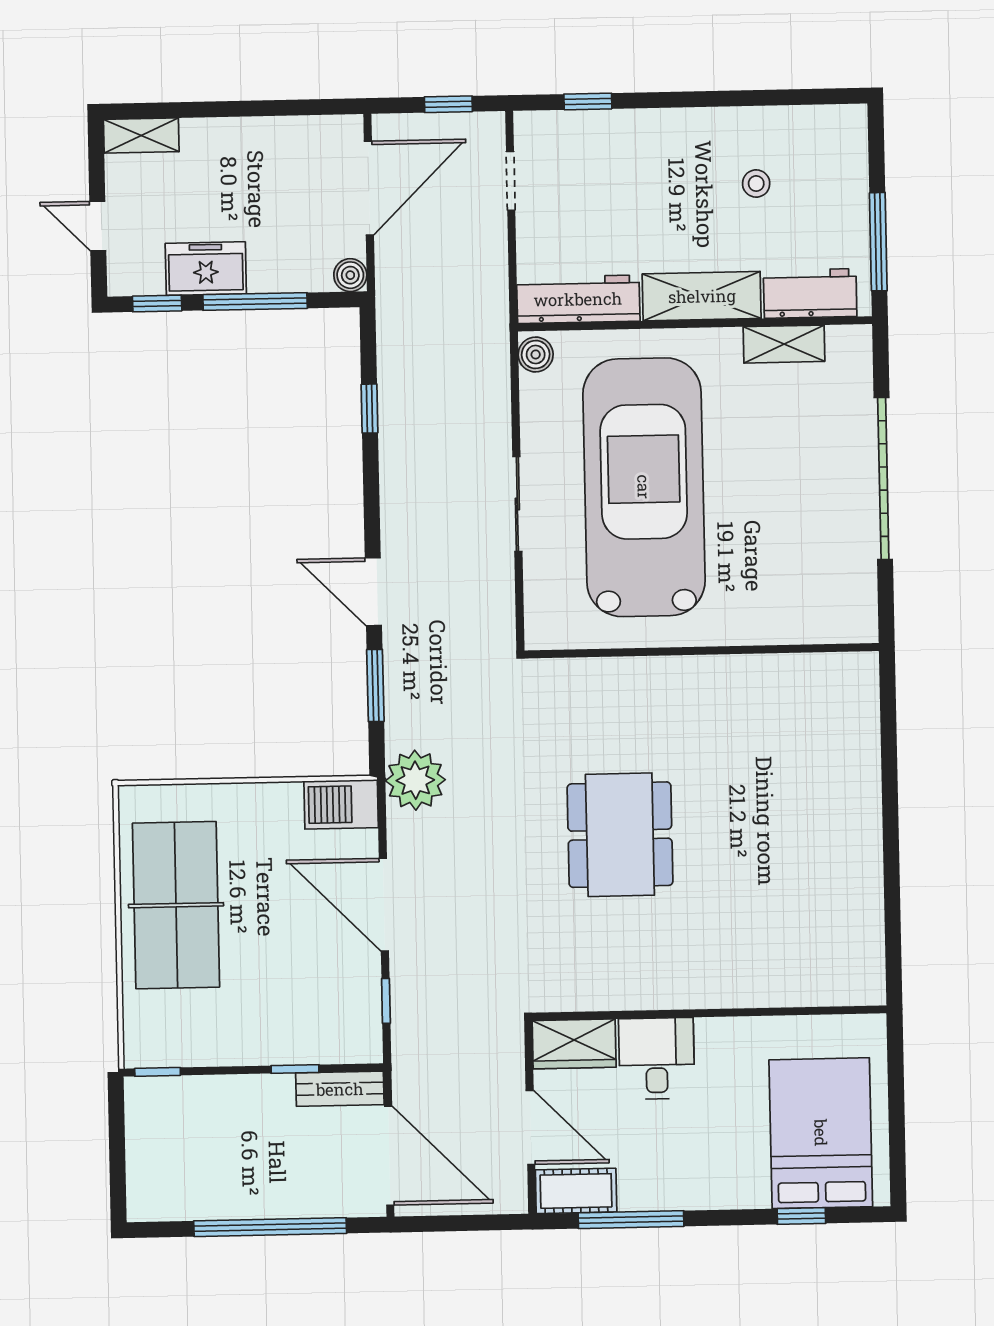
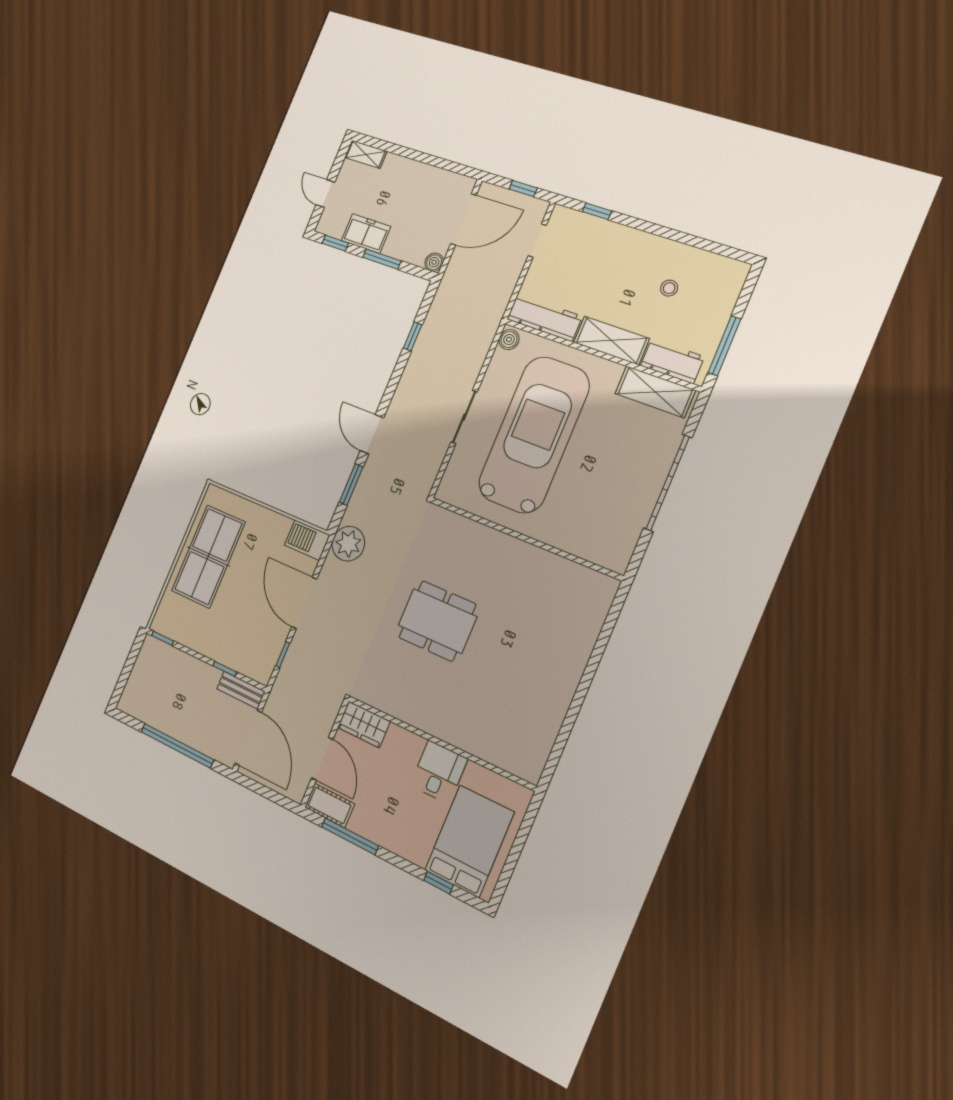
window: (255, 301) -> (382, 259), width x0.69
shelving: (784, 344) -> (655, 392), width x1.50, depth x1.33
dining table: (620, 835) -> (437, 621), turned 90
desk: (657, 1058) -> (439, 772), moved

